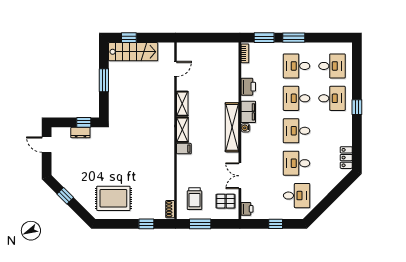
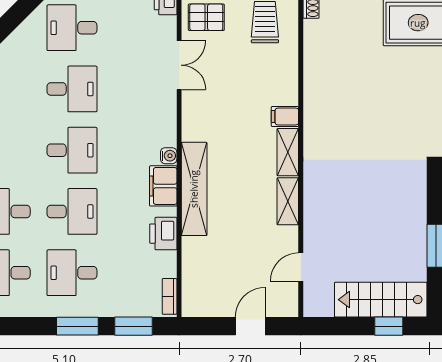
door: (202, 38) -> (250, 326), added
desk: (297, 66) -> (72, 273), turned 180
shelving: (232, 127) -> (194, 189), moved

